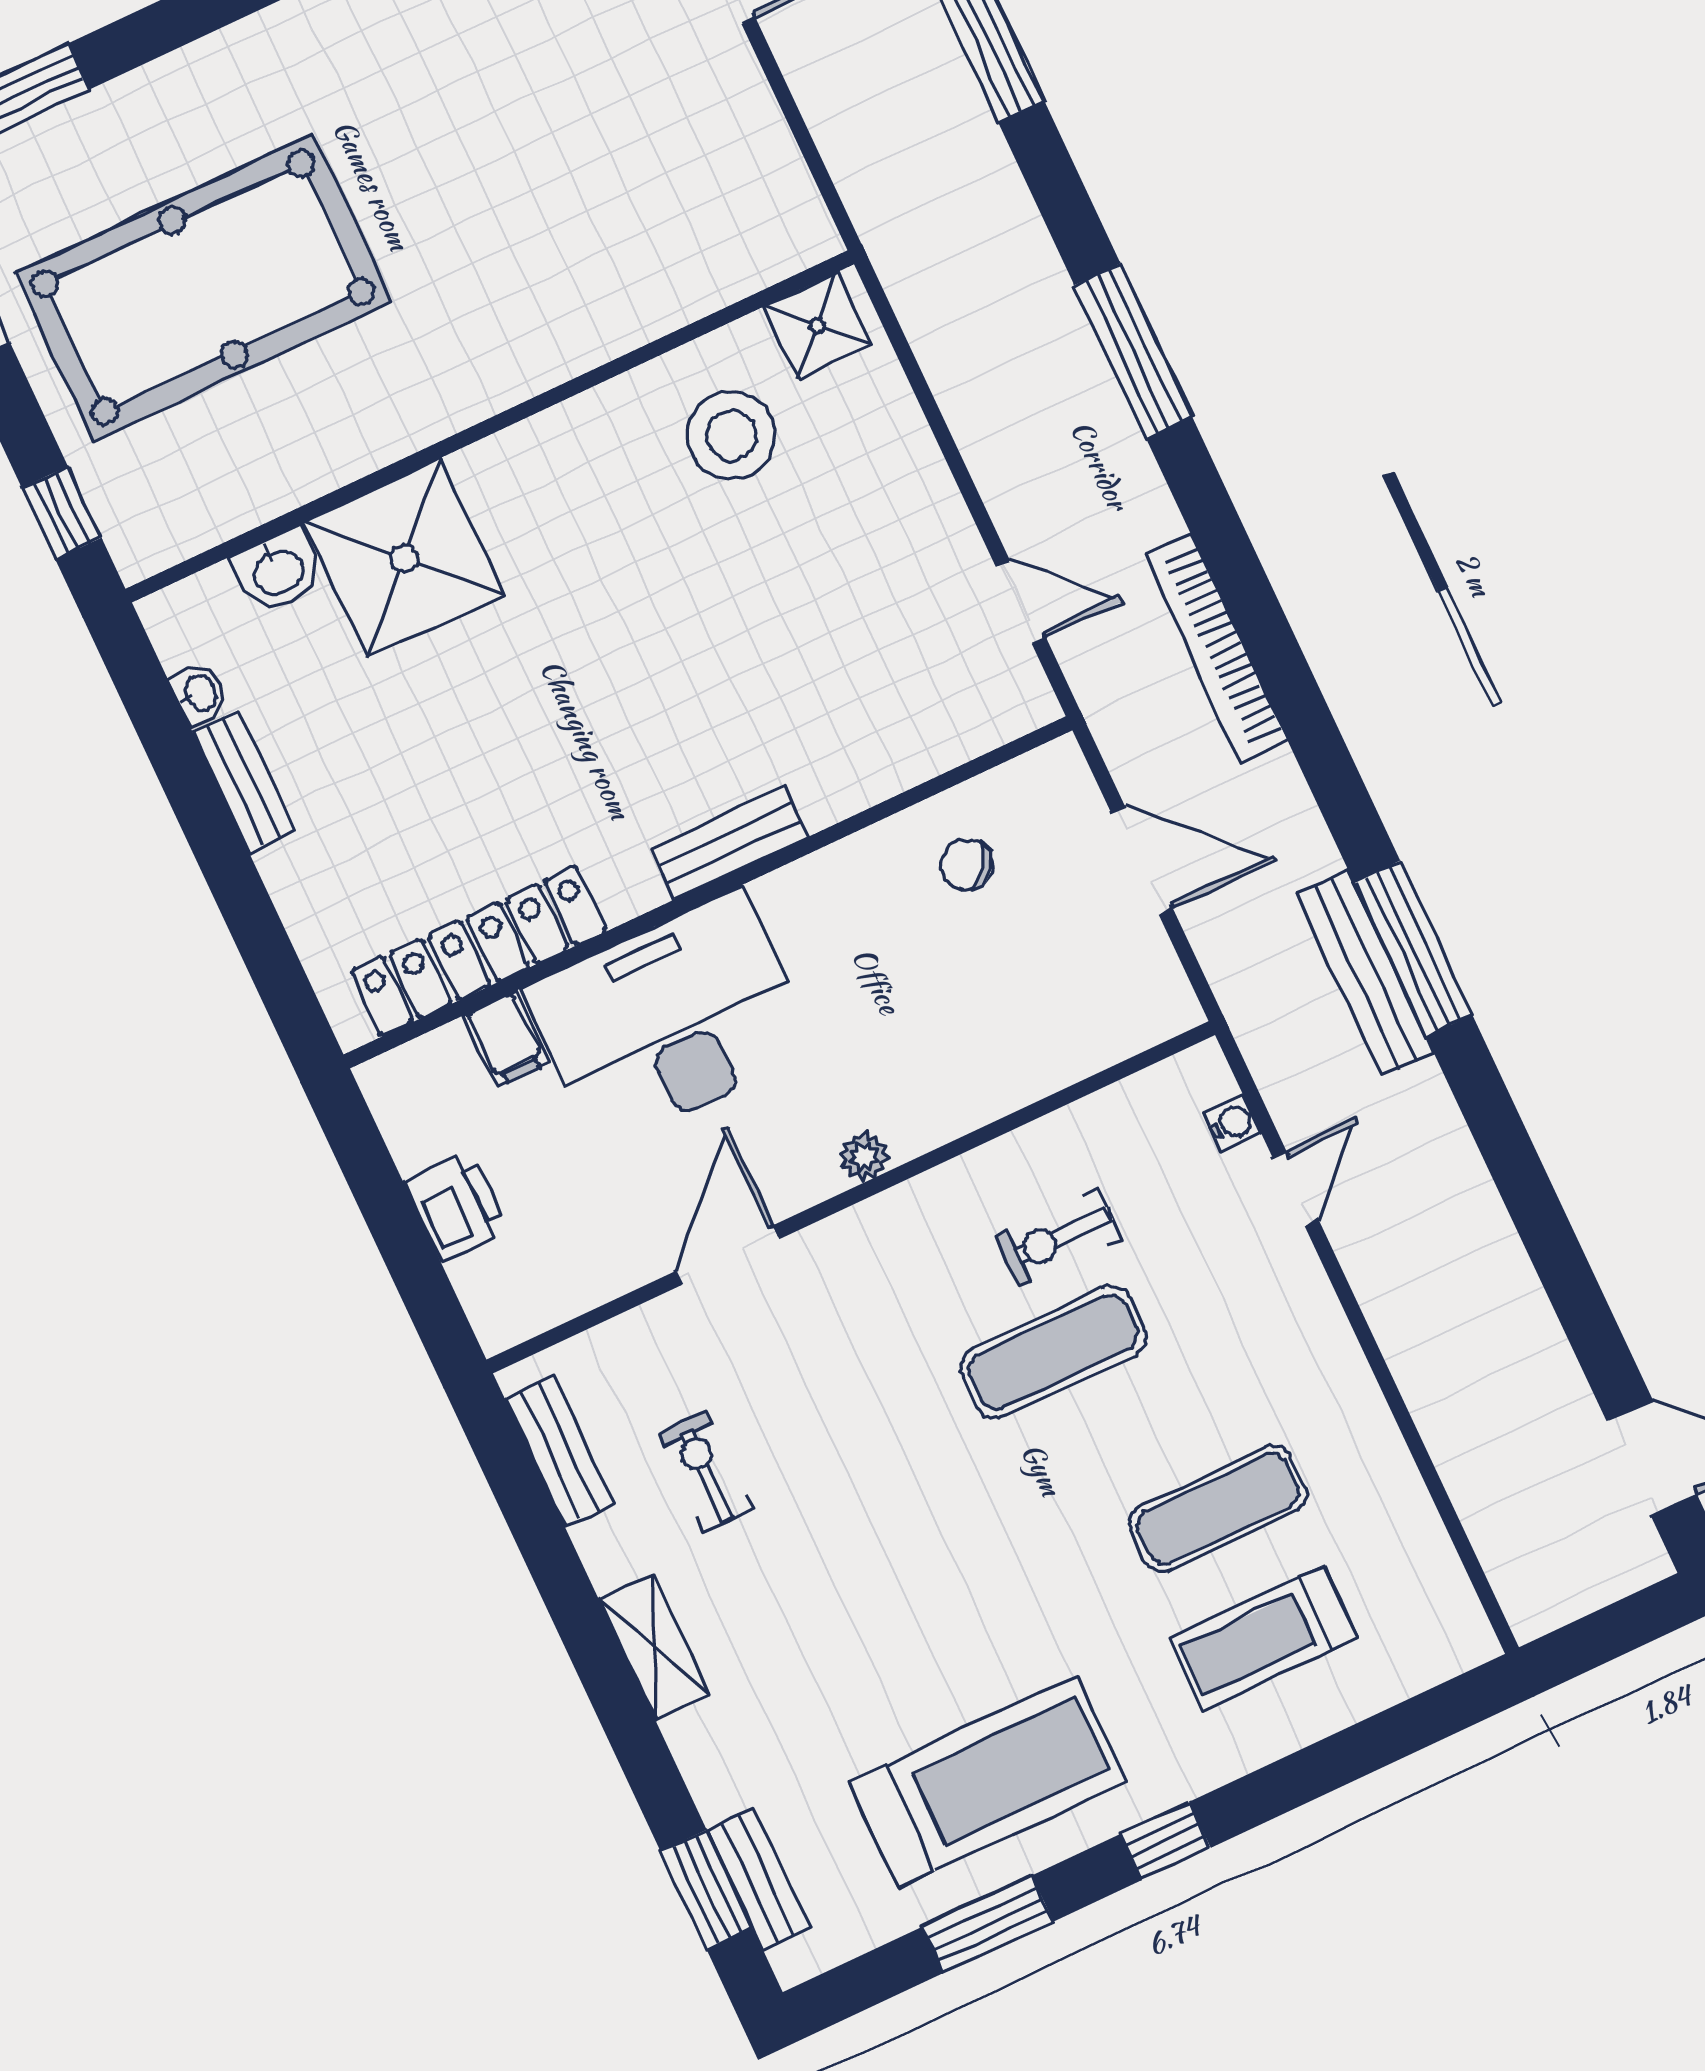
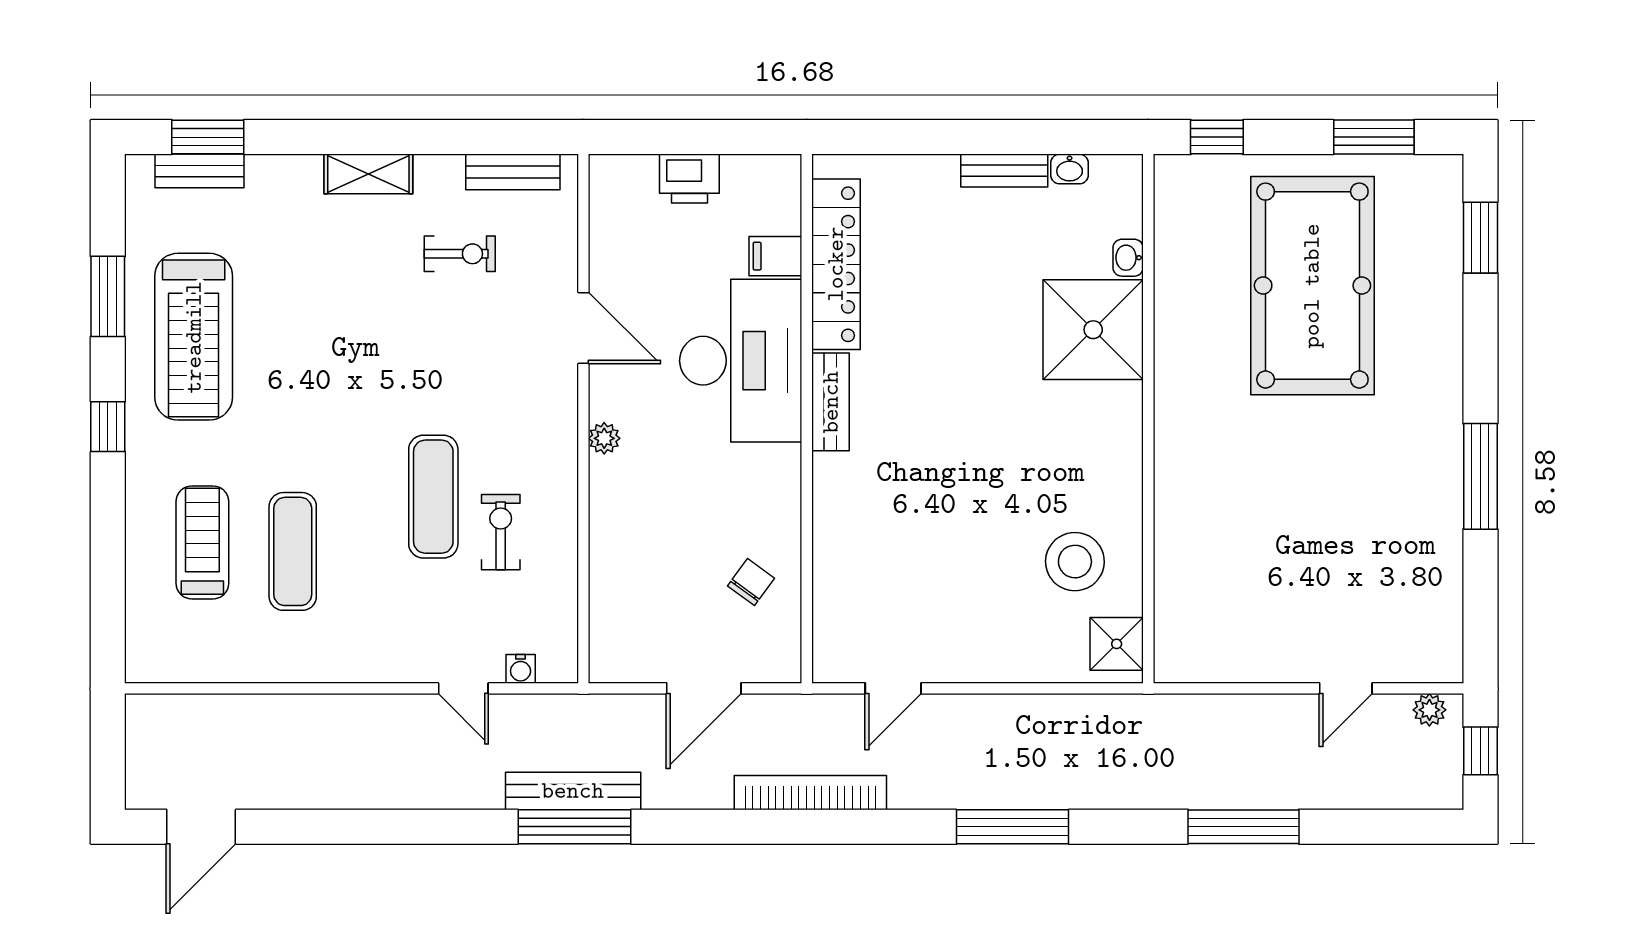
washbasin: (278, 571) -> (1128, 258), width x0.72, depth x0.69
bench: (729, 843) -> (831, 402), moved

